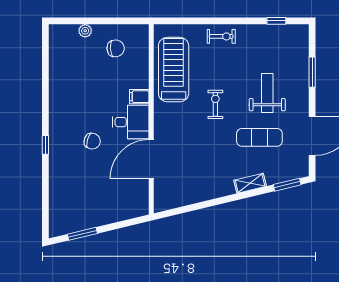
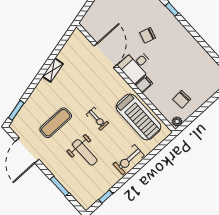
plant: (85, 31) -> (177, 122), moved
exercise bike: (221, 36) -> (129, 160), width x1.38, depth x1.39
weight bench: (267, 93) -> (85, 152), moved
shelving: (250, 183) -> (53, 70), moved

